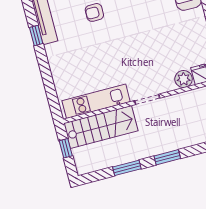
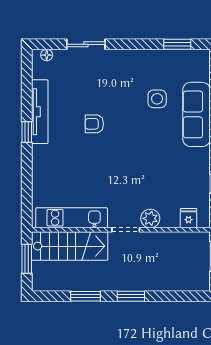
plant: (184, 79) -> (150, 218), moved
window: (66, 148) -> (27, 259), width x1.50

